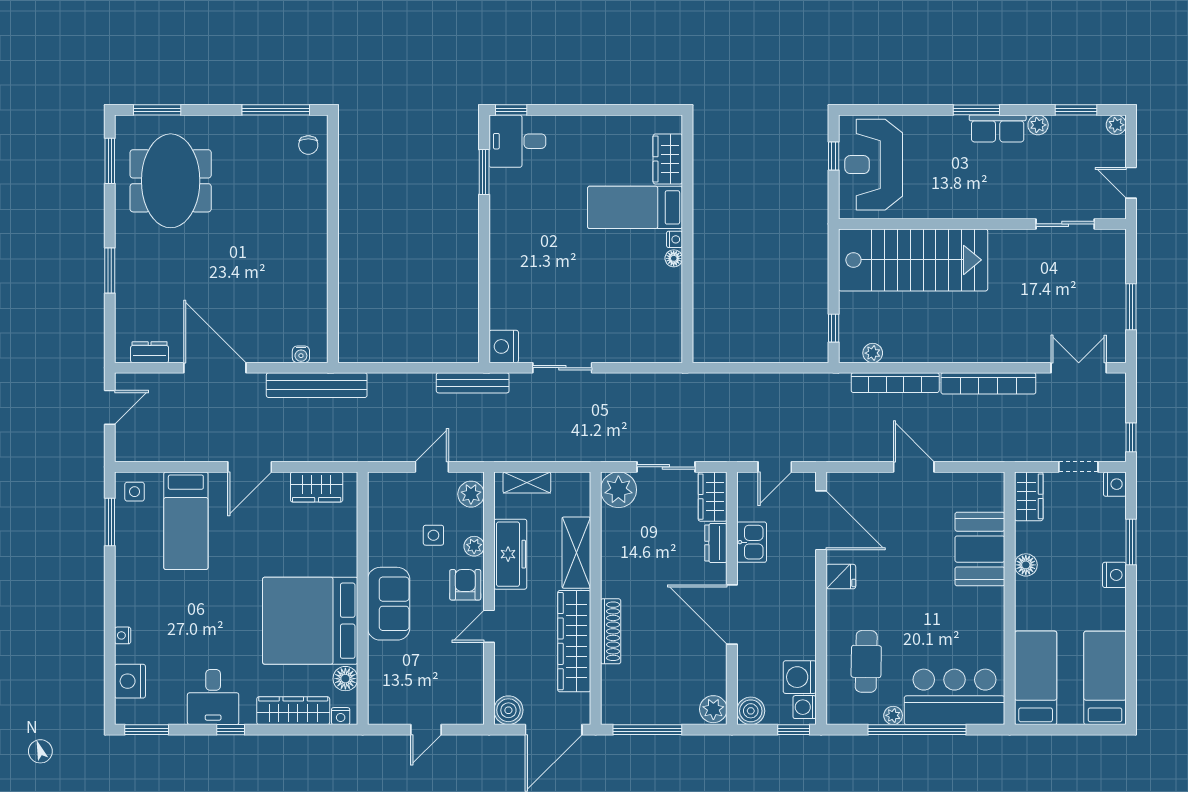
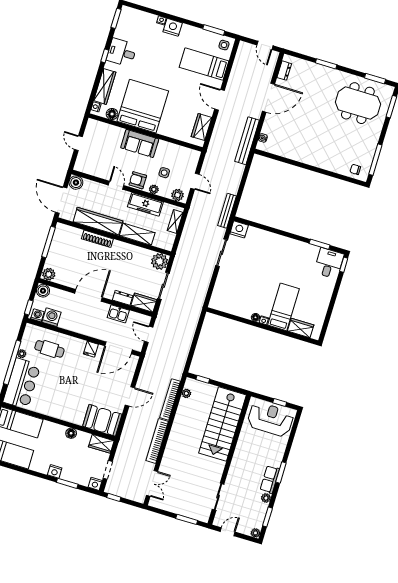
window: (1131, 307) -> (187, 519), moved
booth: (980, 549) -> (102, 420), moved
armchair: (465, 585) -> (138, 180), turned 180
nightstand: (130, 681) -> (173, 27), moved

